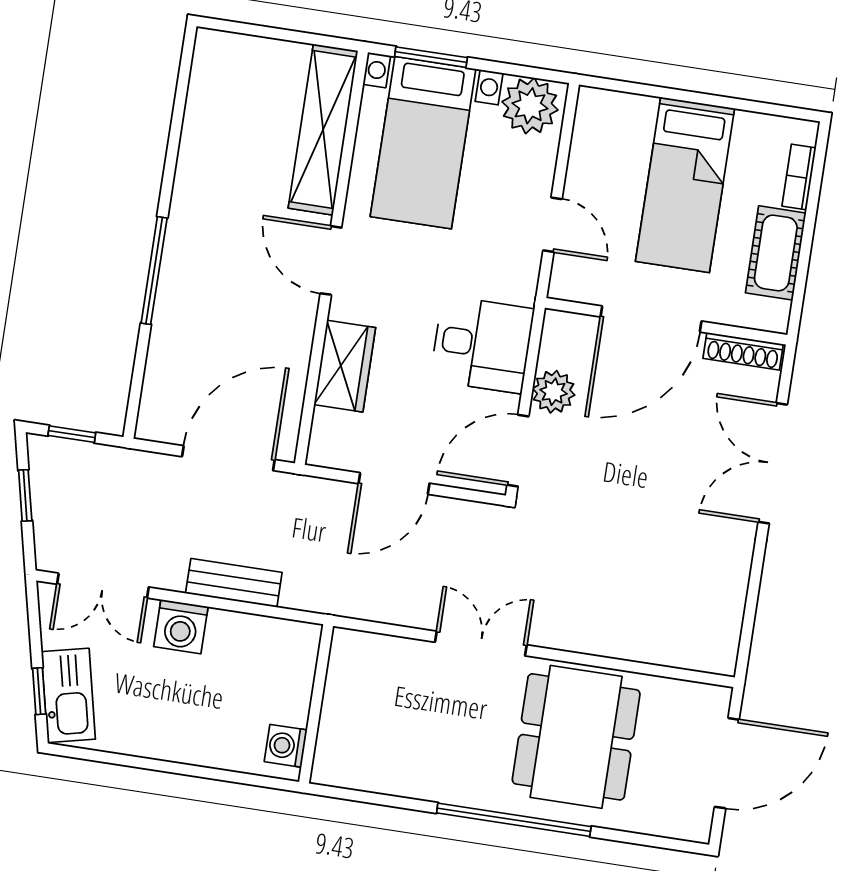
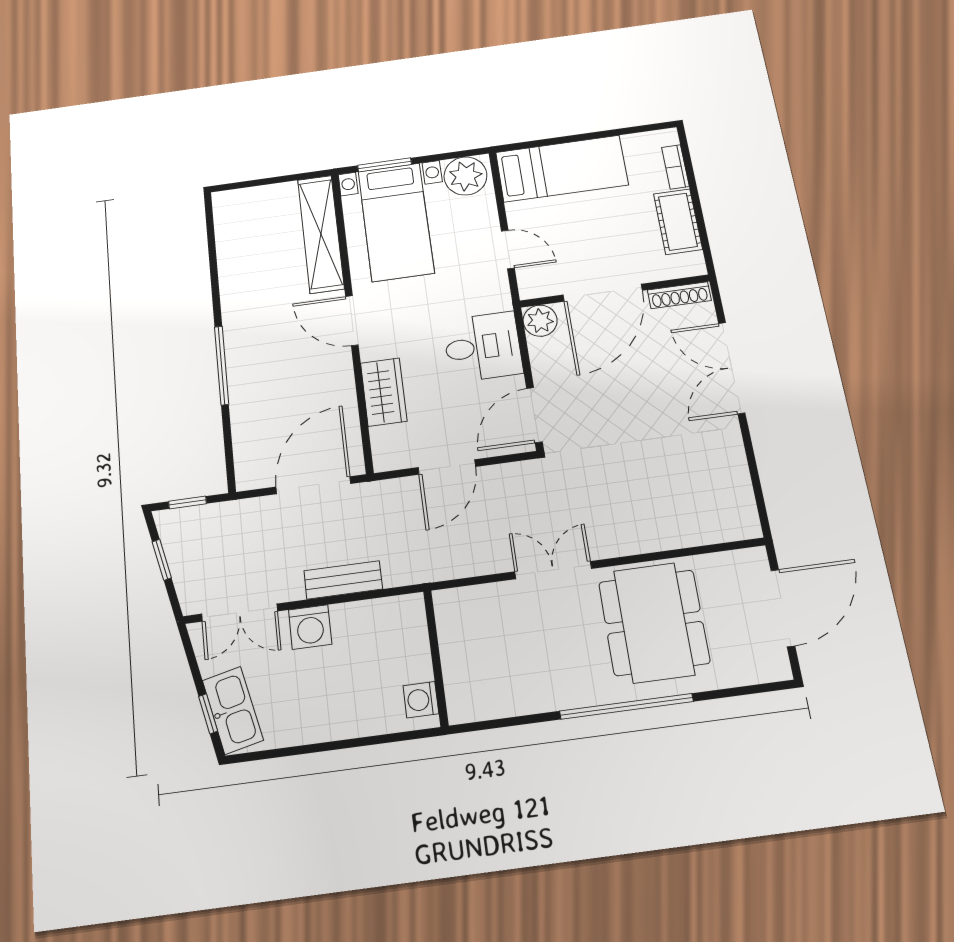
bed: (685, 185) -> (562, 169), moved, turned -90
plant: (554, 392) -> (540, 321), moved

